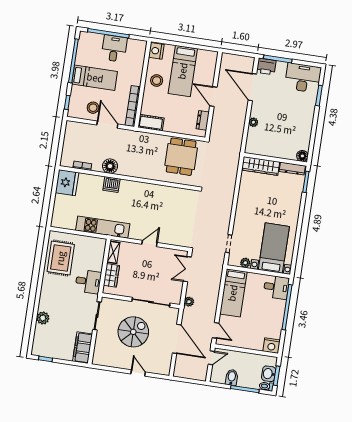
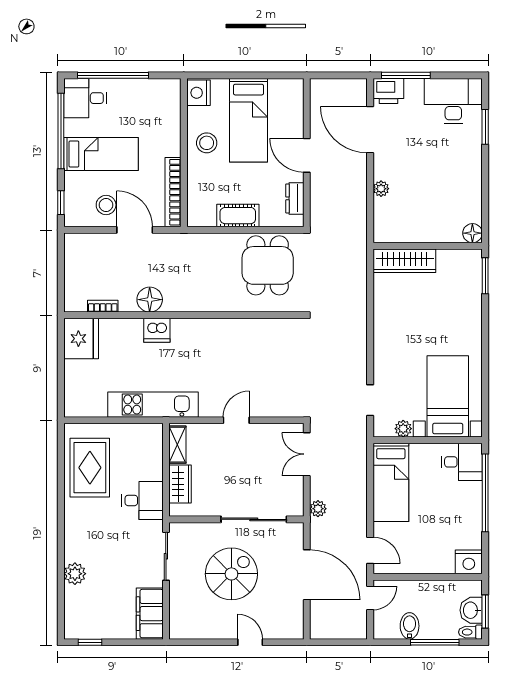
desk: (114, 49) -> (85, 98), moved, turned -90
cot: (151, 123) -> (238, 216), moved
dresser: (292, 169) -> (459, 257), removed

